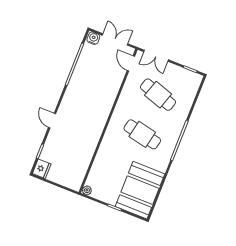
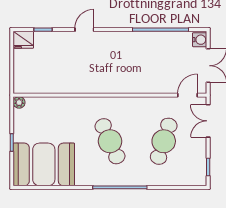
cafe table: (142, 134) -> (110, 141), turned -36

